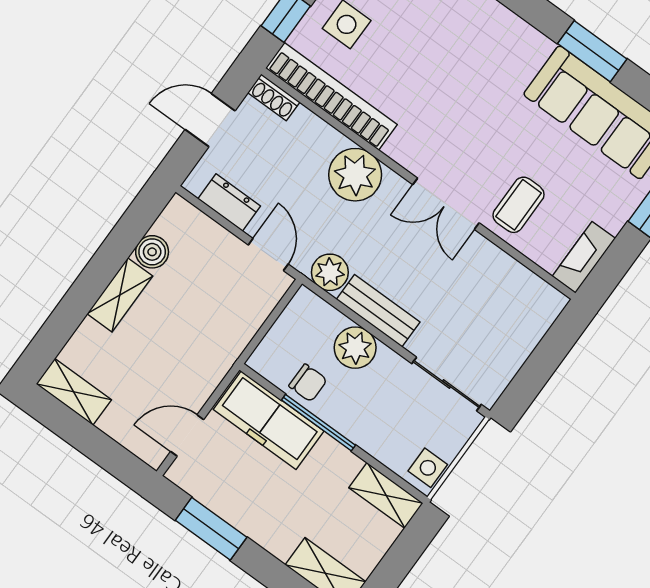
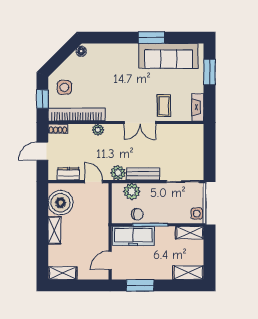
plant: (355, 175) -> (98, 130), width x0.53, depth x0.53
boiler: (152, 252) -> (61, 203), width x1.86, depth x1.86
plant: (355, 348) -> (132, 191), moved

